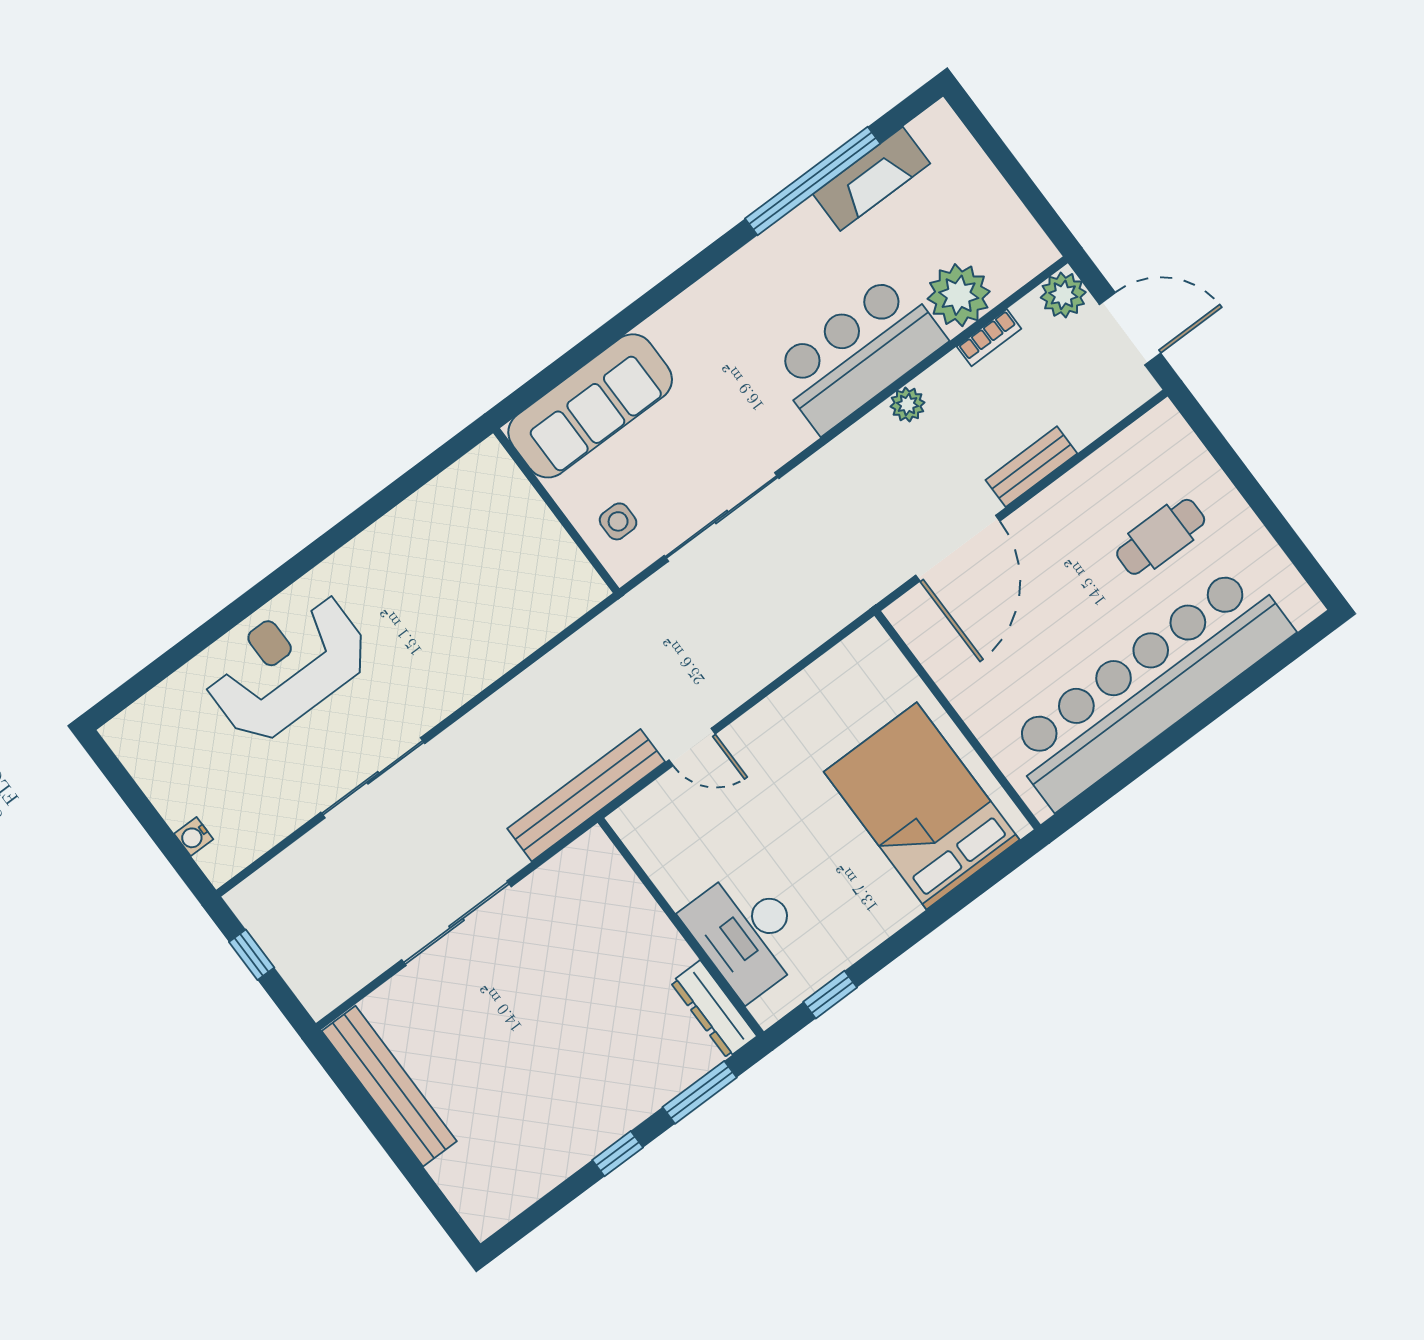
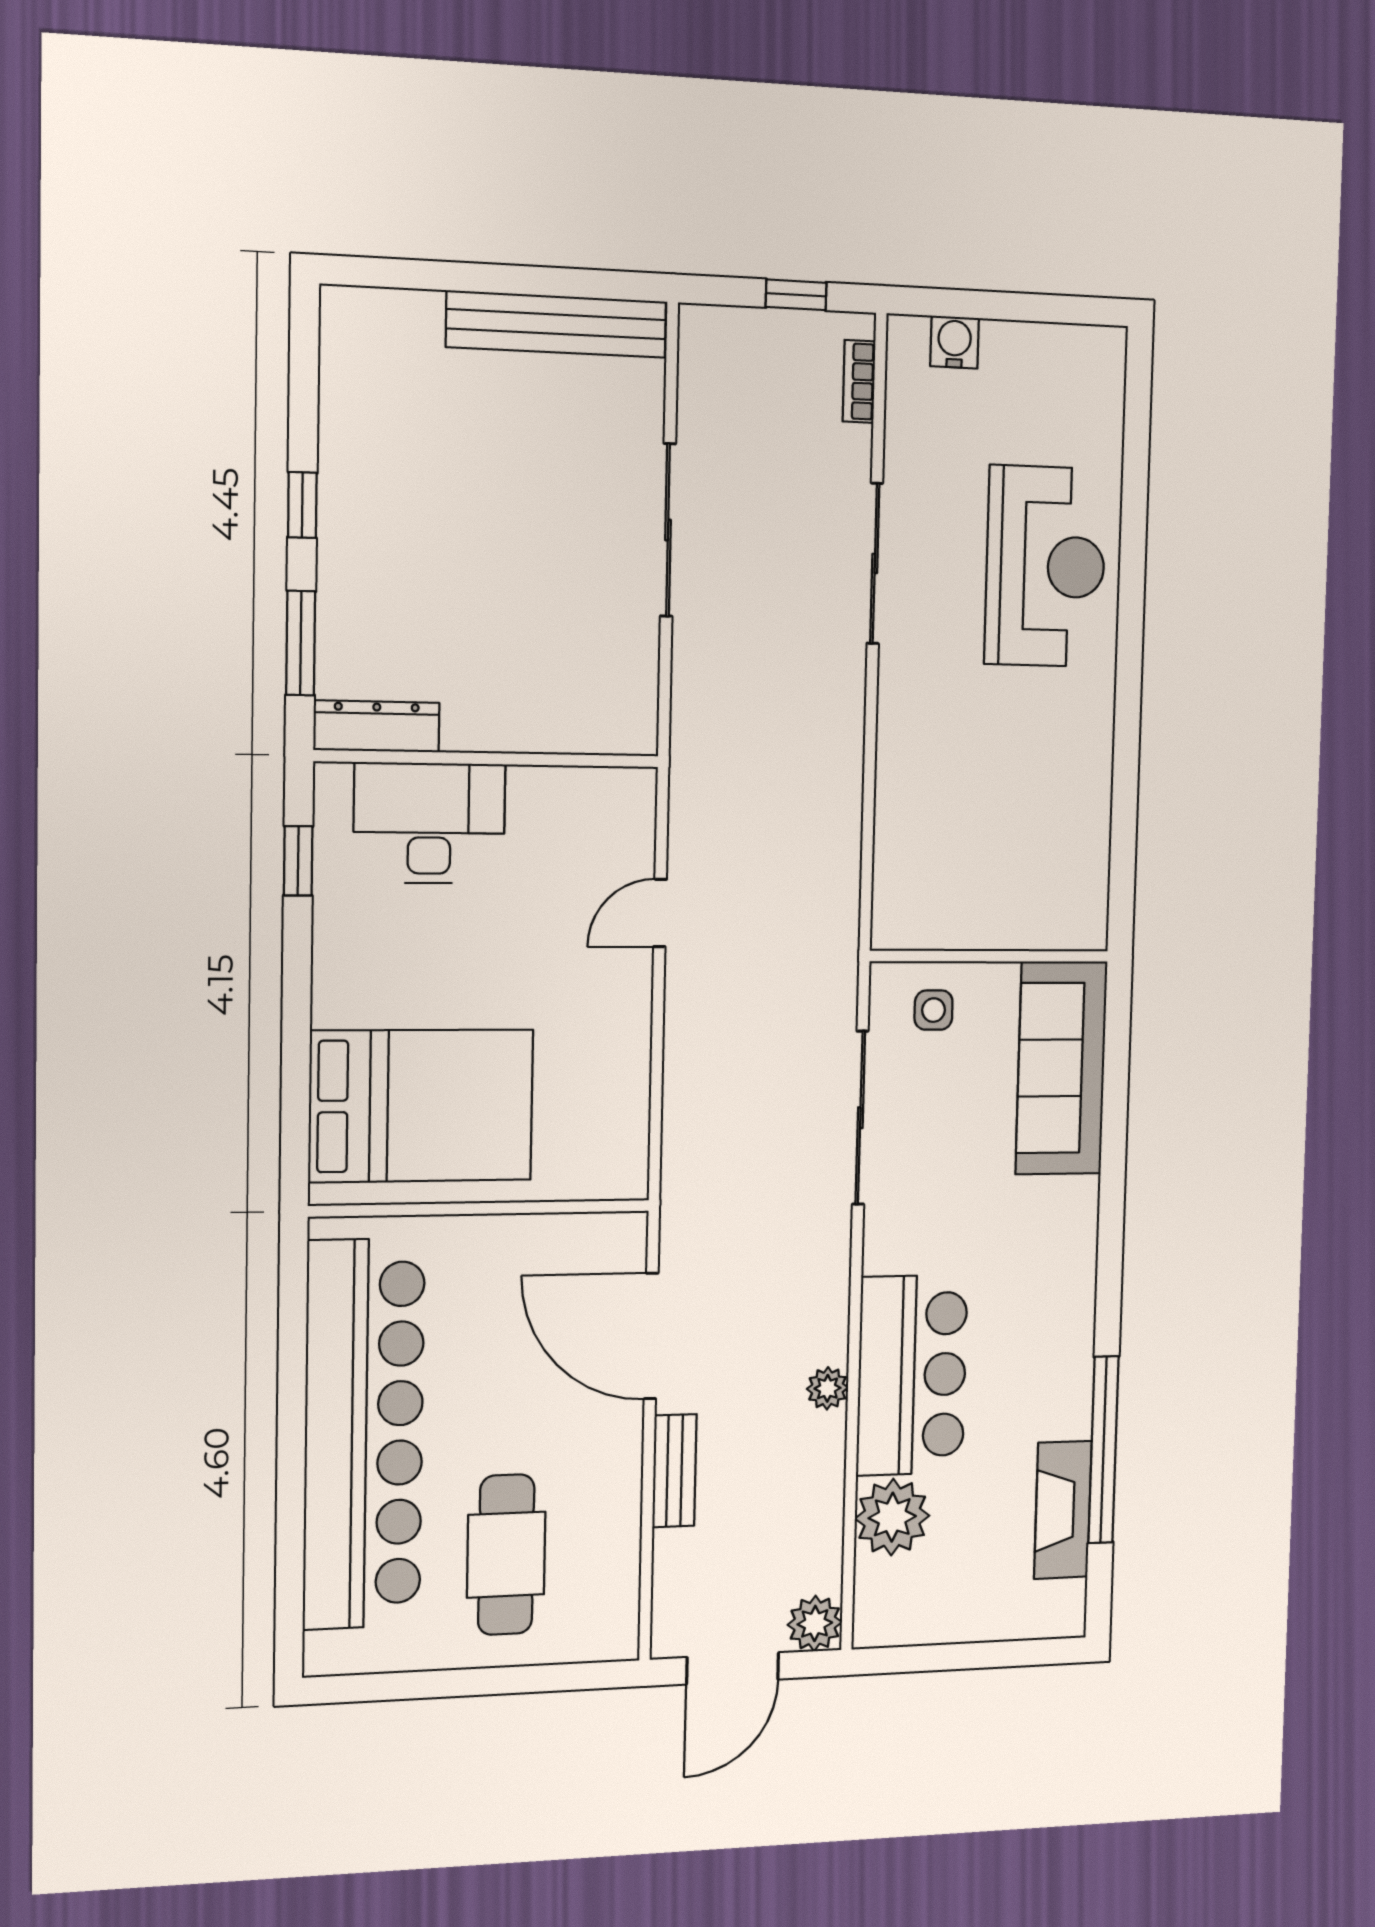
bookcase: (989, 338) -> (859, 381), moved
cafe table: (1161, 537) -> (506, 1555), width x1.37, depth x1.35
bench: (586, 795) -> (694, 766), removed
water cooler: (194, 836) -> (955, 342), width x1.38, depth x1.38

